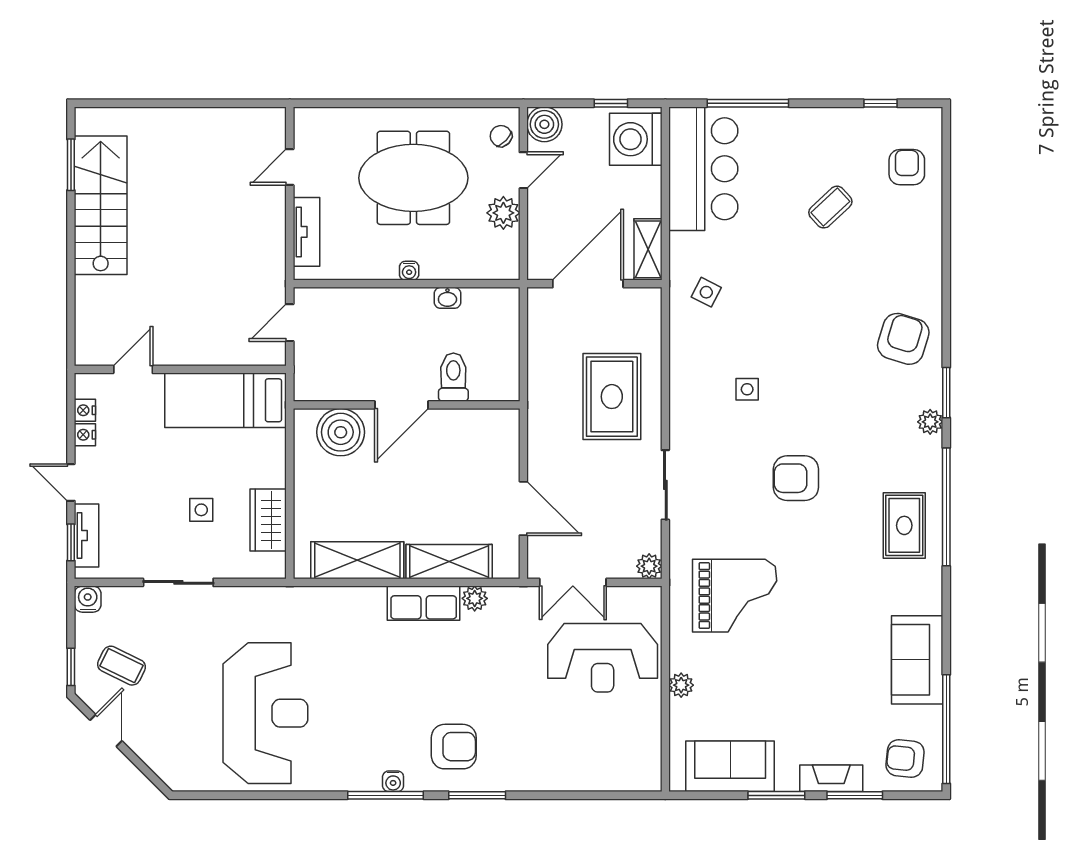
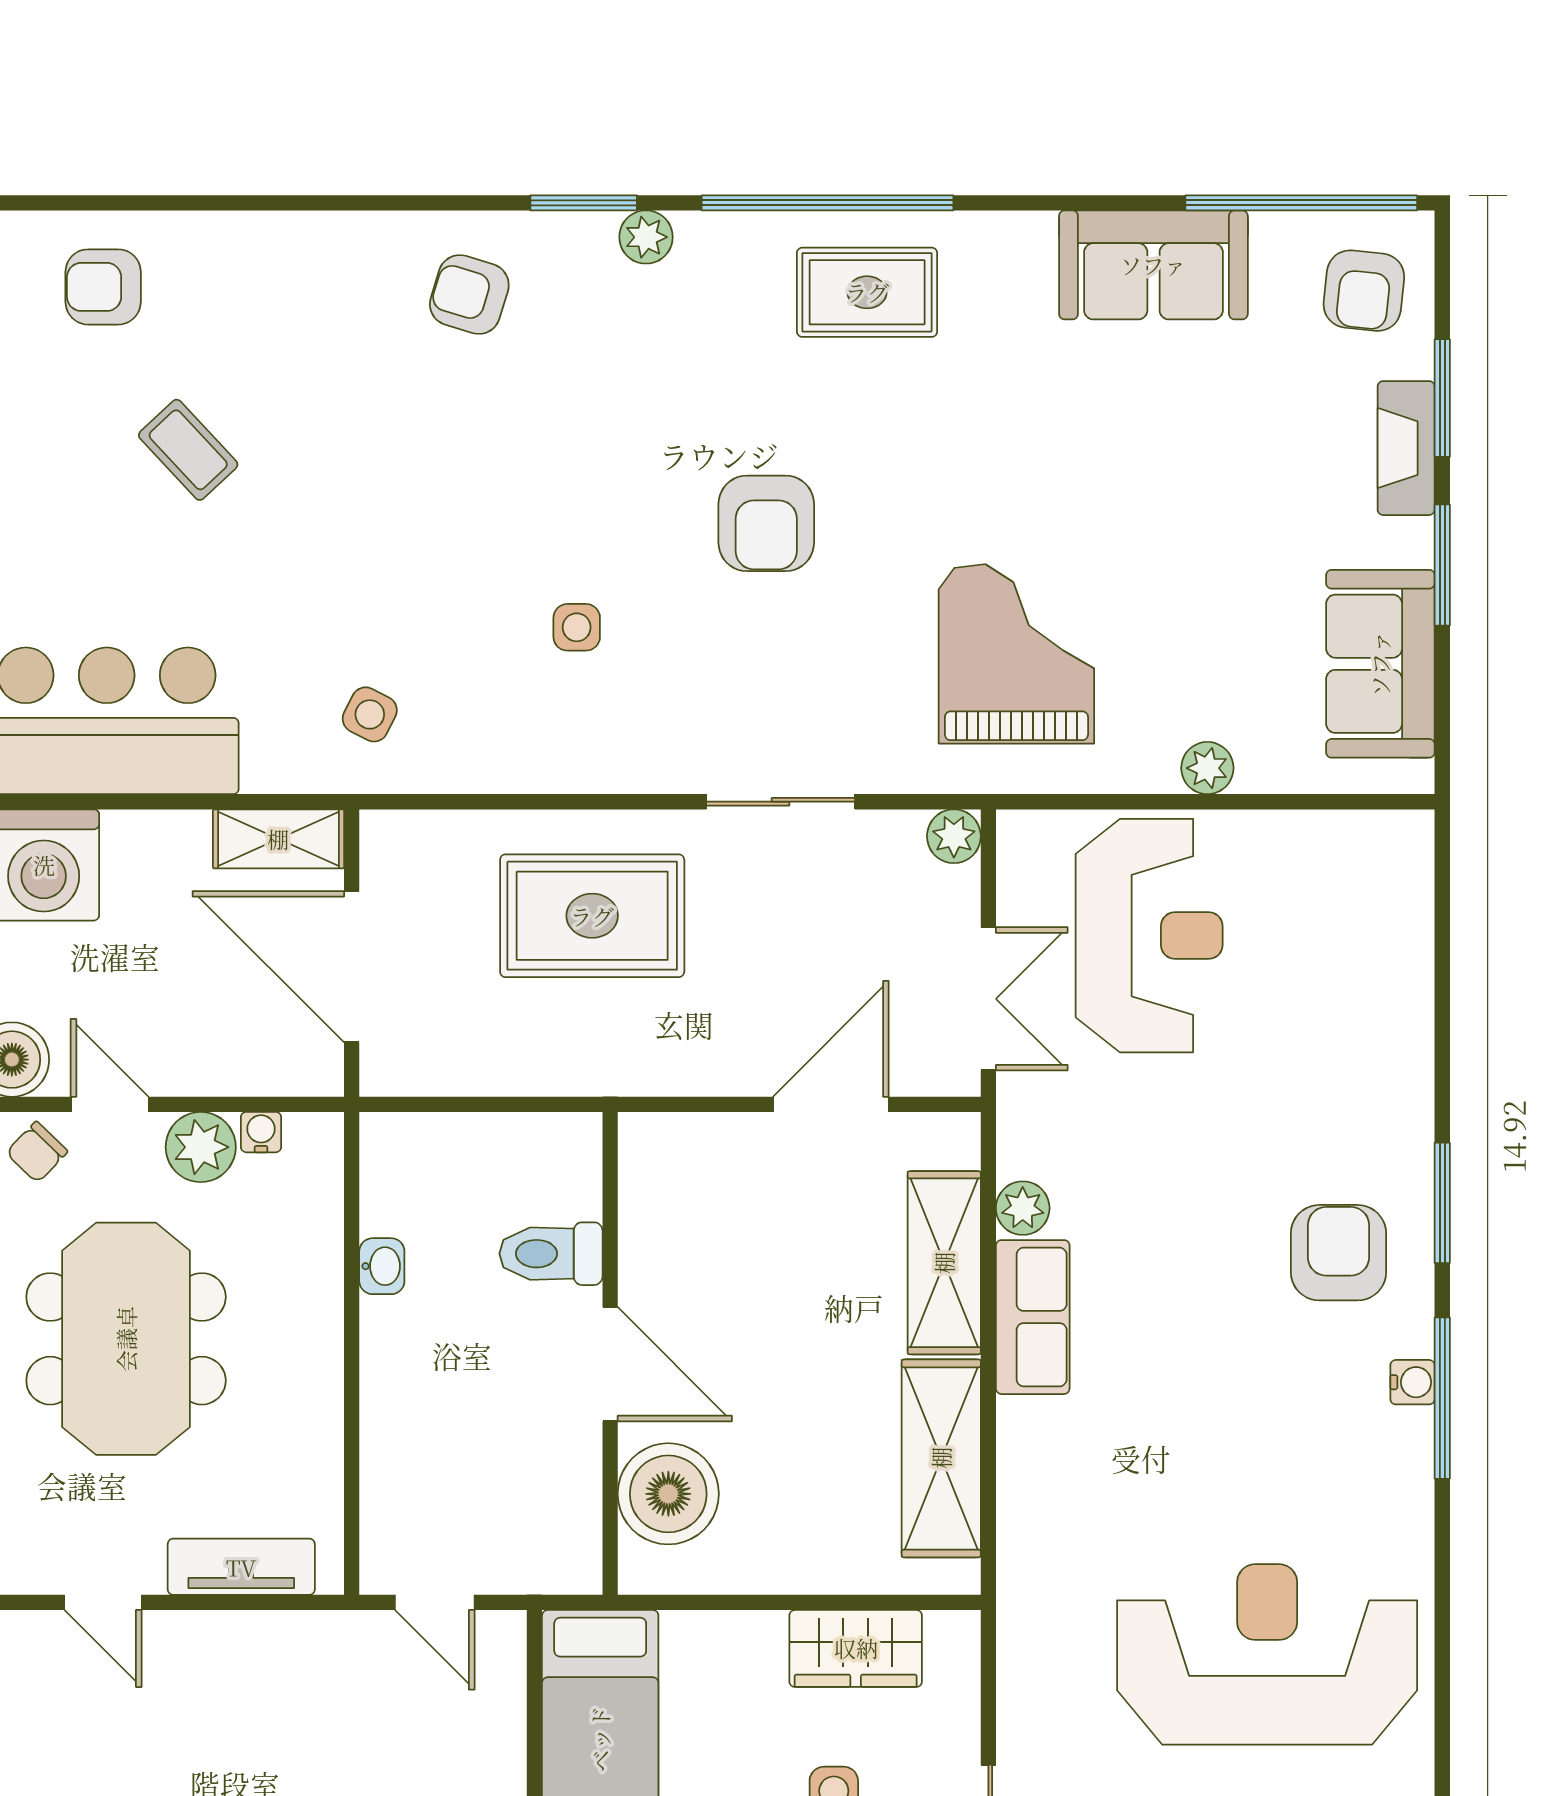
water cooler: (409, 271) -> (261, 1132), moved, turned -90
armchair: (903, 339) -> (469, 294), width x0.72, depth x0.72

